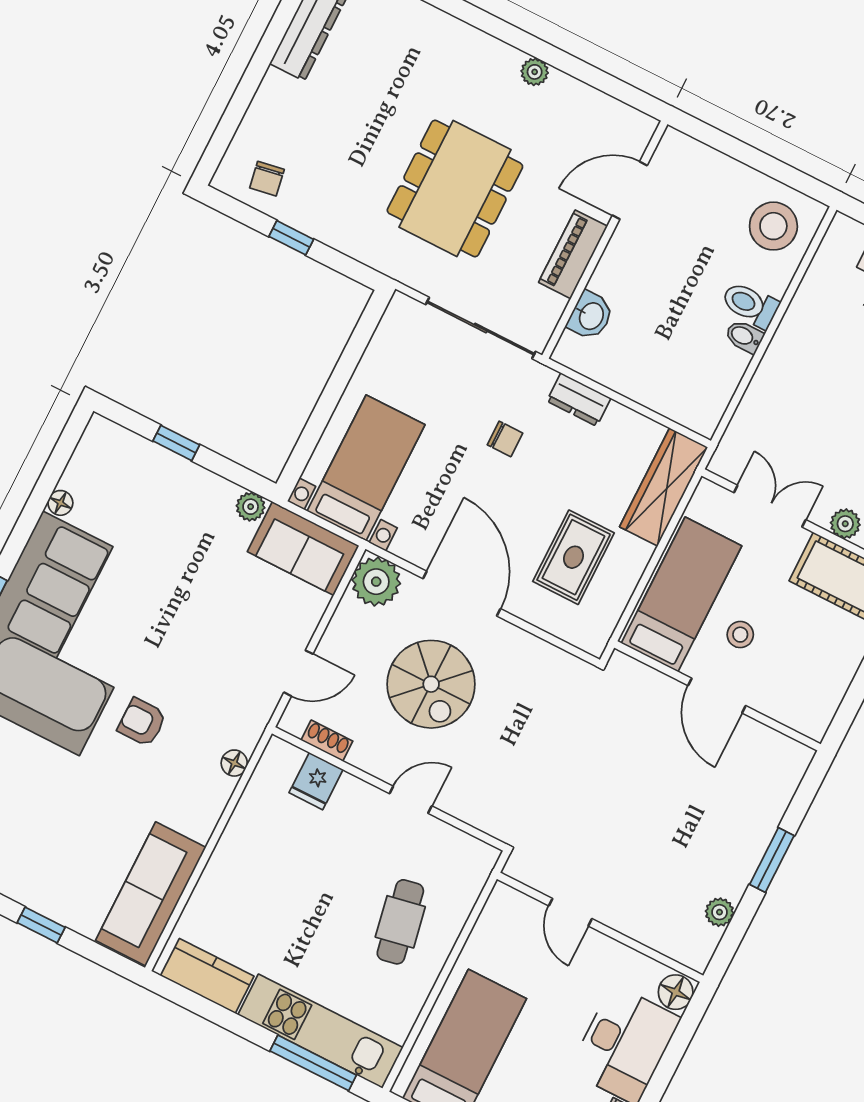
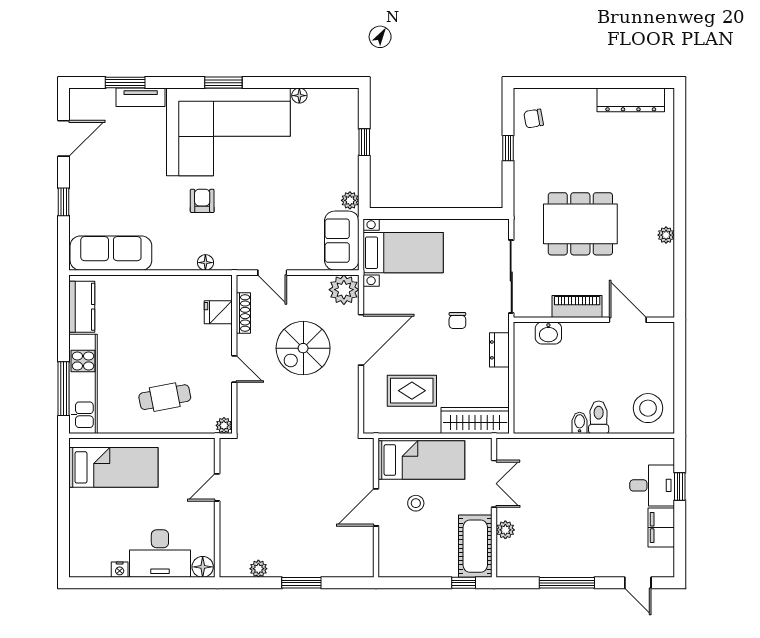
shoe rack: (327, 741) -> (243, 313), width x1.43
plant: (485, 857) -> (224, 425), added

